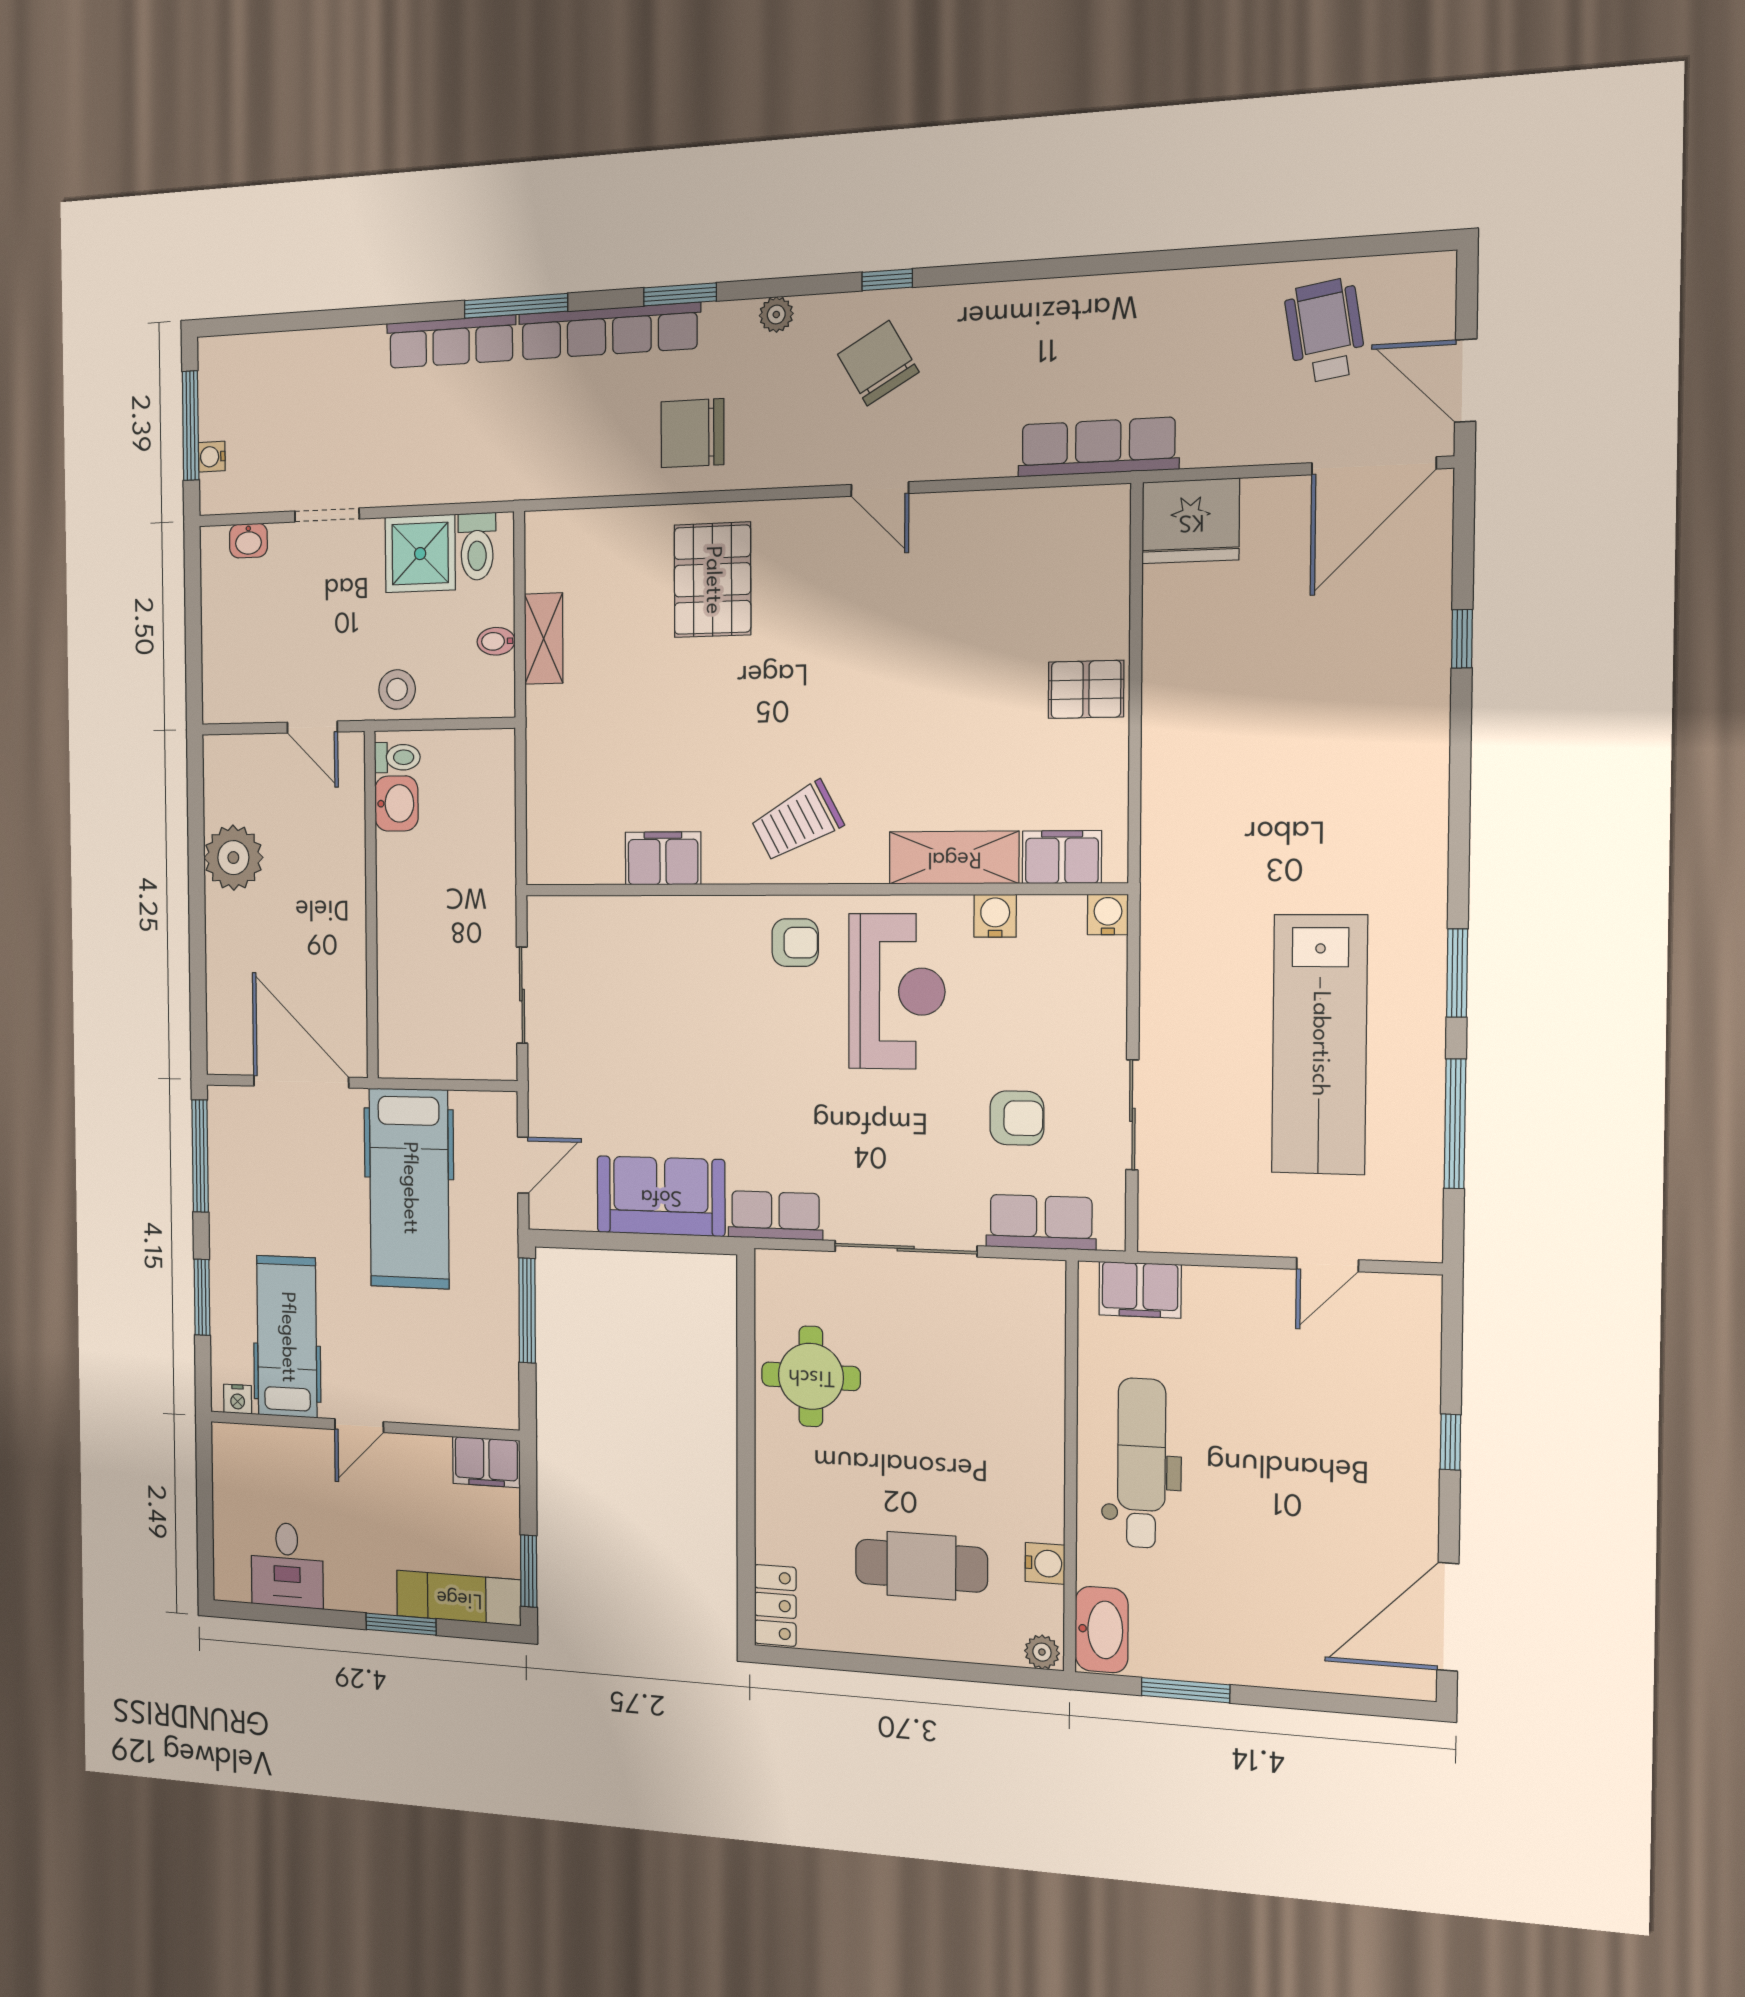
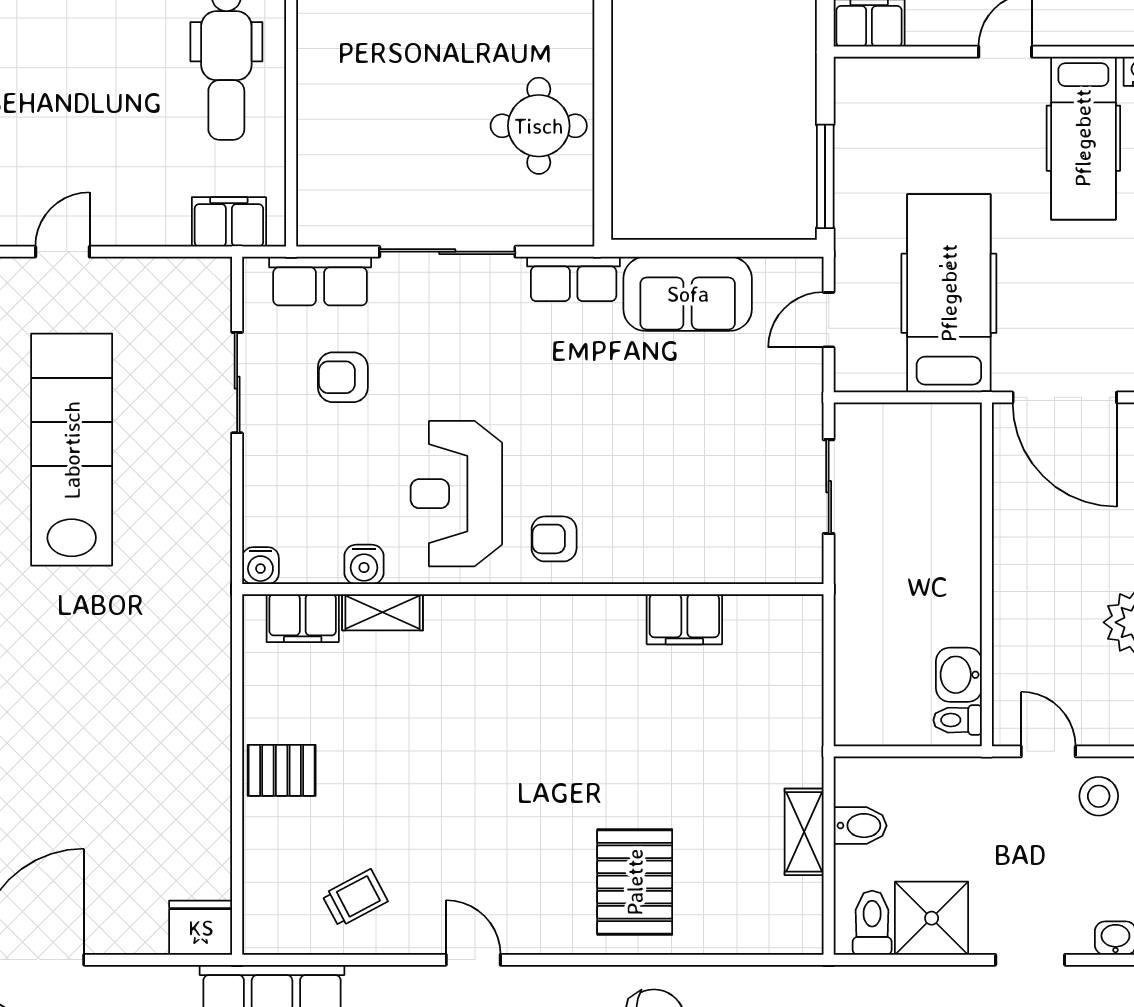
fridge: (1191, 521) -> (201, 928), width x0.73, depth x0.75
bidet: (496, 641) -> (860, 826), width x1.38, depth x1.36
stool: (397, 689) -> (1099, 796), moved
trolley: (797, 821) -> (355, 898), moved, width x0.73, depth x0.72
shelving: (954, 858) -> (383, 612), width x0.67, depth x0.75

